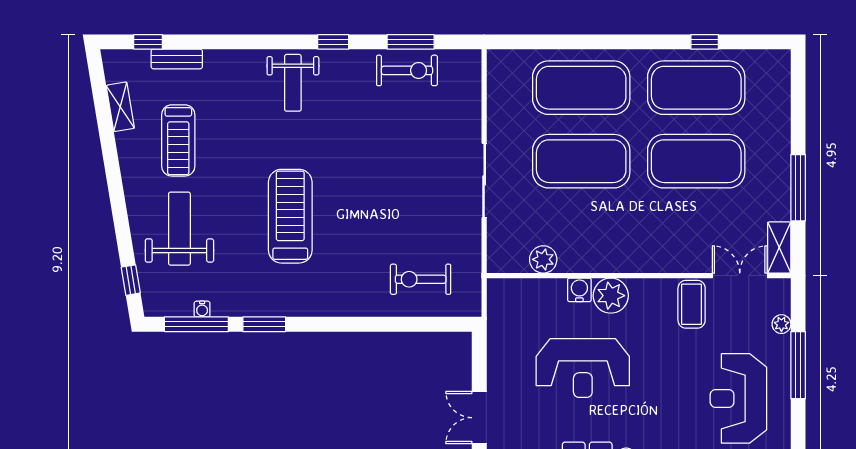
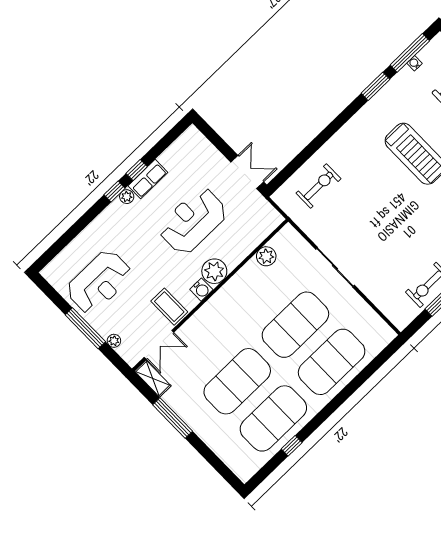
water cooler: (579, 290) -> (201, 290), moved
reception desk: (738, 398) -> (99, 282), turned 90
double door: (479, 418) -> (247, 172), moved

